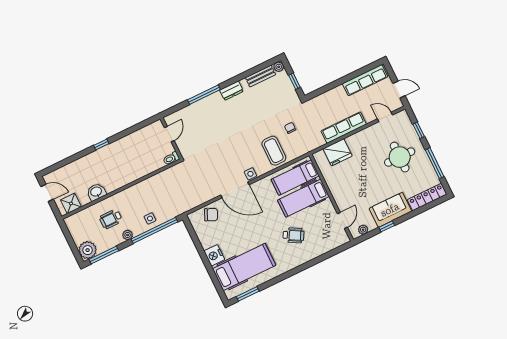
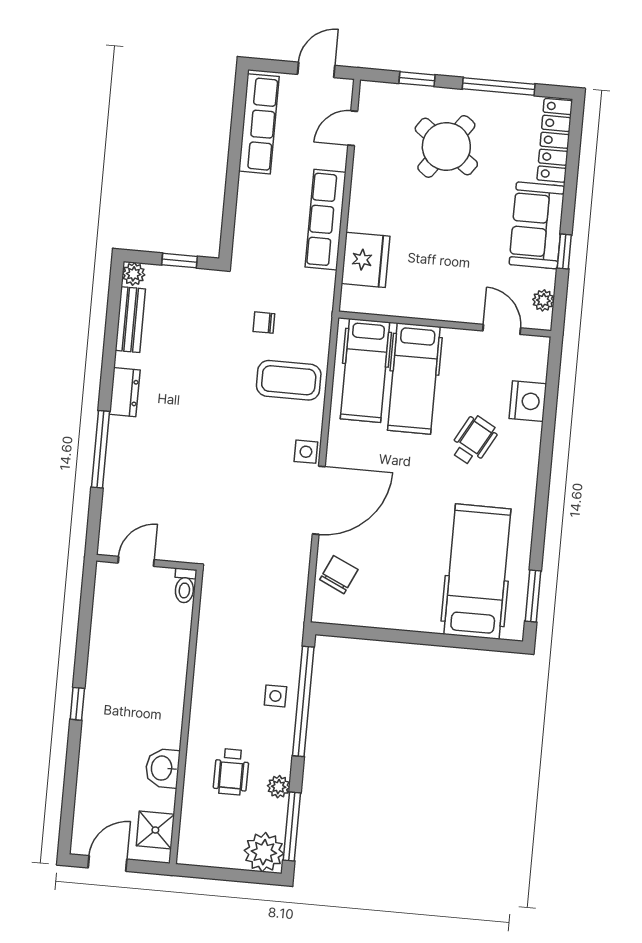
door: (169, 134) -> (136, 561), hinge flipped
round table: (400, 157) -> (446, 146), turned 36
plant: (128, 235) -> (279, 787), moved
nightstand: (214, 255) -> (528, 401), moved, turned -90

